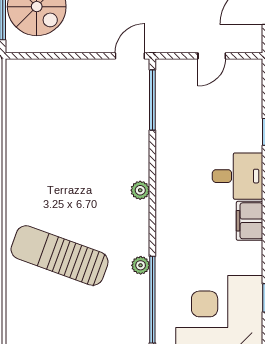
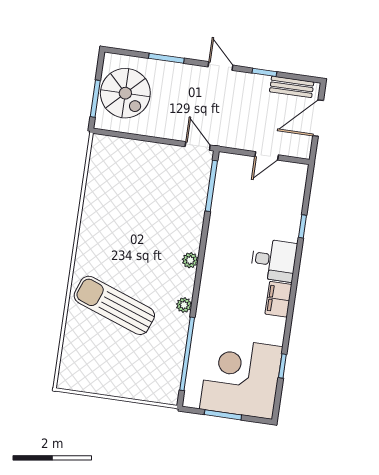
door: (130, 56) -> (198, 146), hinge flipped
plant: (141, 265) -> (184, 305), moved

